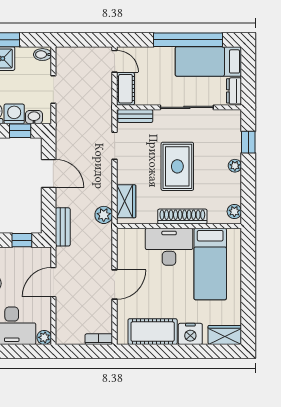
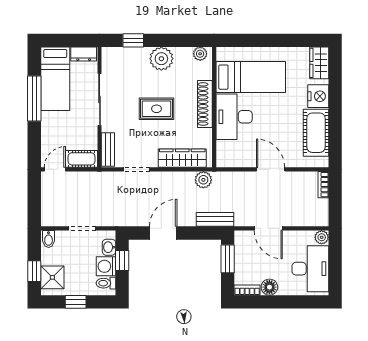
window: (188, 40) -> (34, 99), width x0.68
rug: (177, 166) -> (157, 109), width x0.73, depth x0.70
plant: (235, 166) -> (161, 59), width x1.88, depth x1.88
wardrobe: (126, 201) -> (182, 158), width x1.50
window: (22, 240) -> (228, 259), width x1.50

